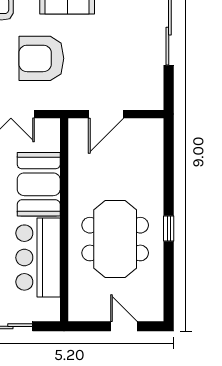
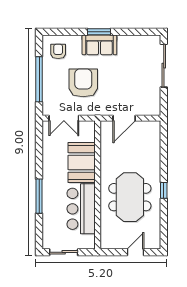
armchair: (41, 58) -> (83, 83), turned 90
door: (124, 326) -> (135, 252), hinge flipped

